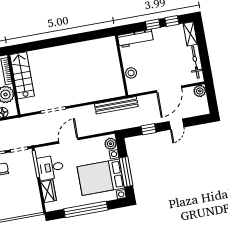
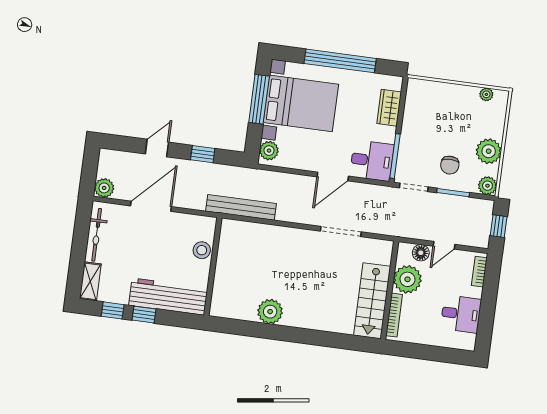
workbench: (135, 39) -> (168, 297), width x1.36, depth x1.32
plant: (80, 50) -> (270, 312), added
desk: (50, 167) -> (372, 161), moved

